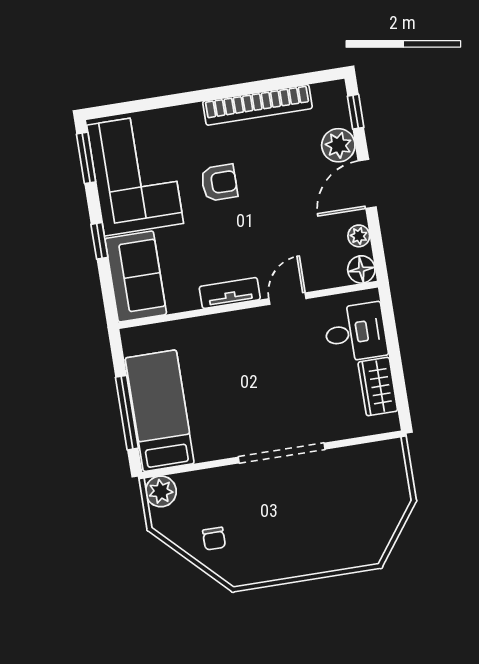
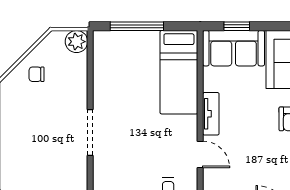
window: (99, 241) -> (237, 26), moved
bed: (160, 411) -> (179, 72), moved, turned 90
doorway: (282, 453) -> (90, 133), width x0.73

